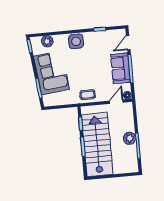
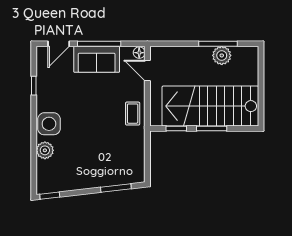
plant: (47, 41) -> (45, 150), moved
door: (128, 43) -> (59, 44), hinge flipped
corner sofa: (51, 73) -> (94, 166), removed
plant: (129, 138) -> (222, 55), moved

